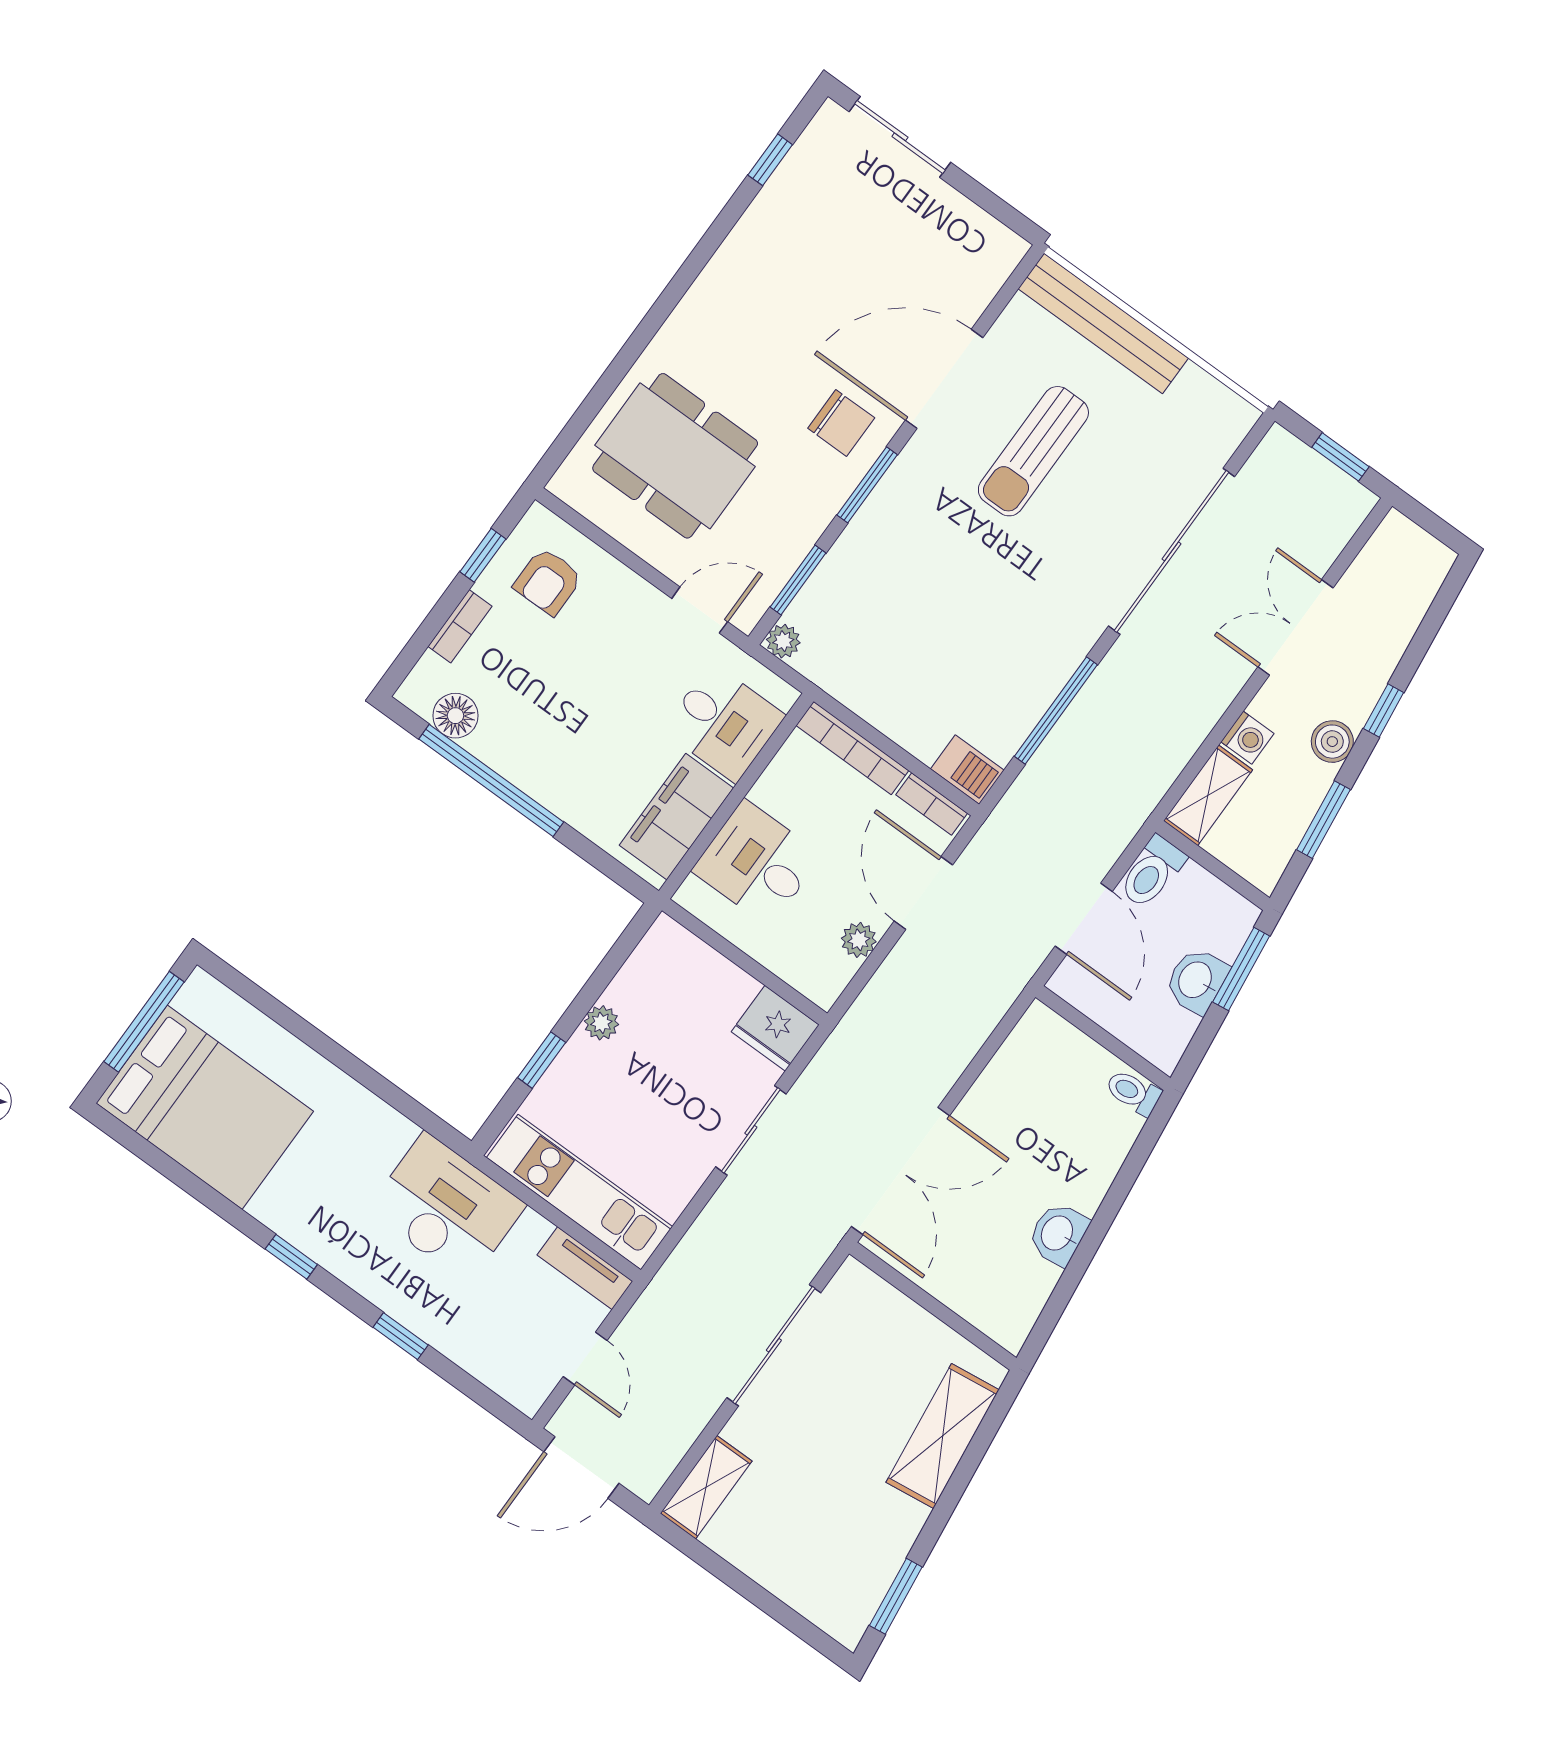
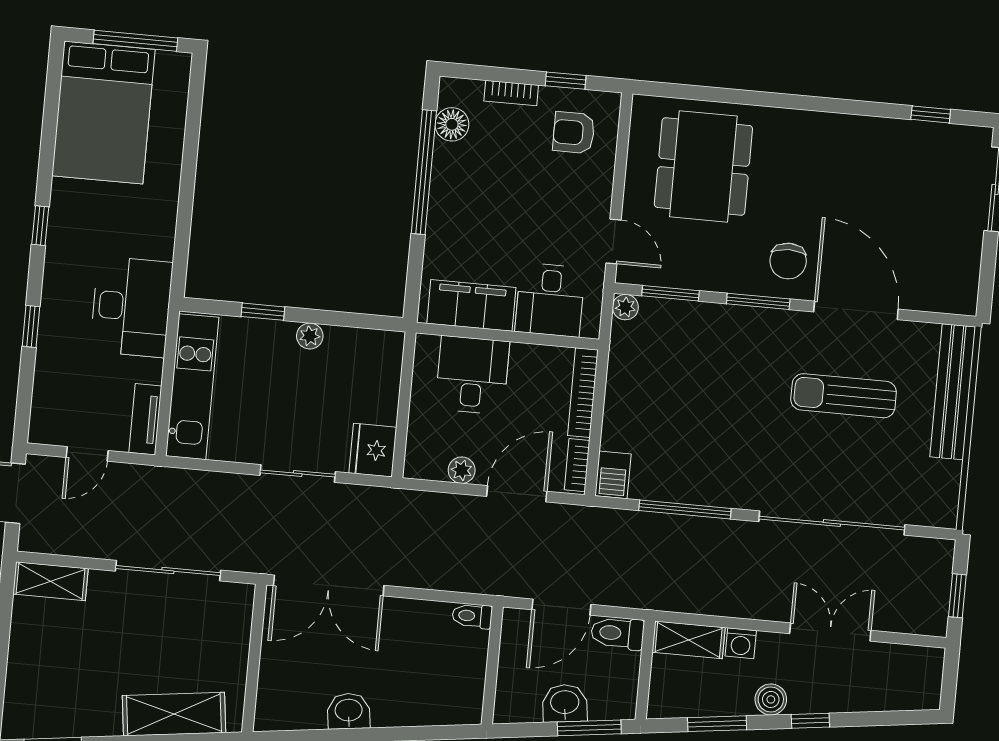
toilet: (1133, 1092) -> (472, 616), moved, turned -83

